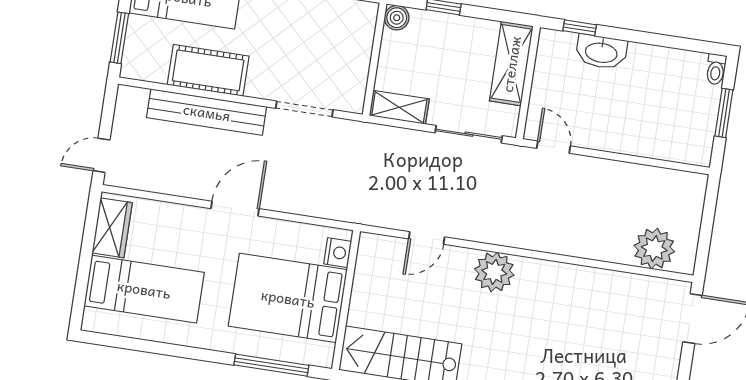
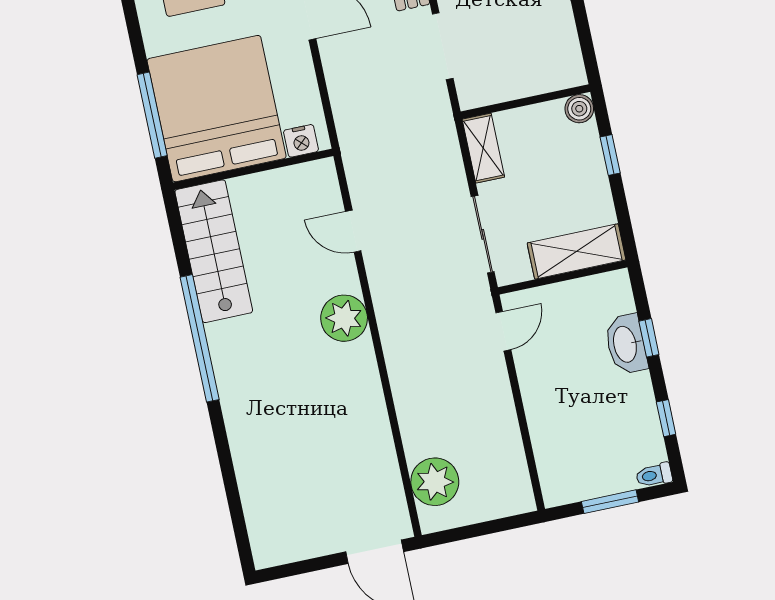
window: (580, 28) -> (649, 338), moved
window: (674, 42) -> (666, 418), added
bed: (288, 298) -> (217, 109), width x1.36

